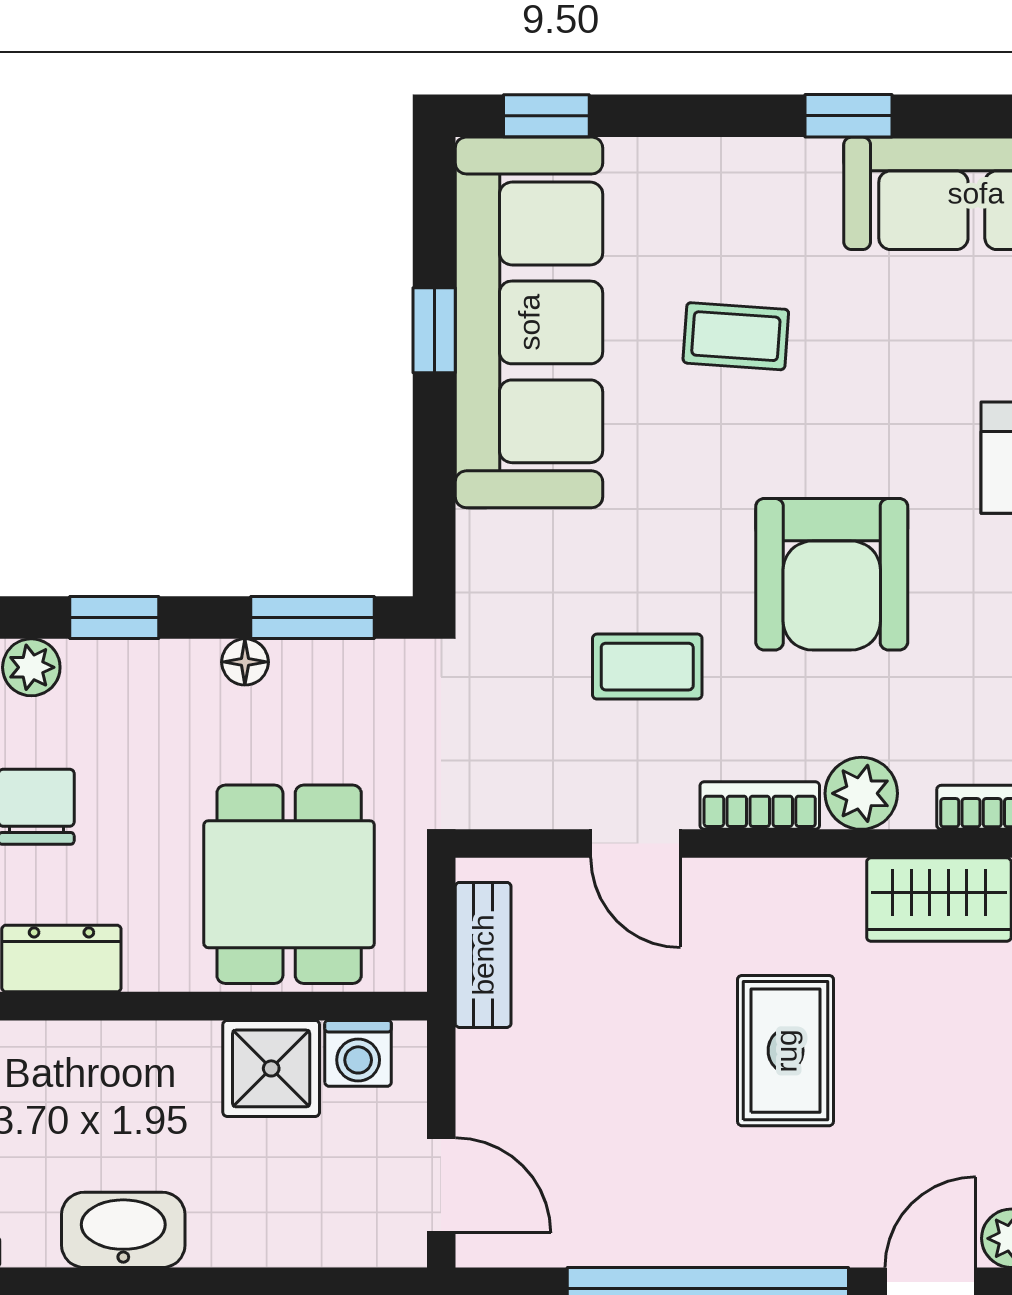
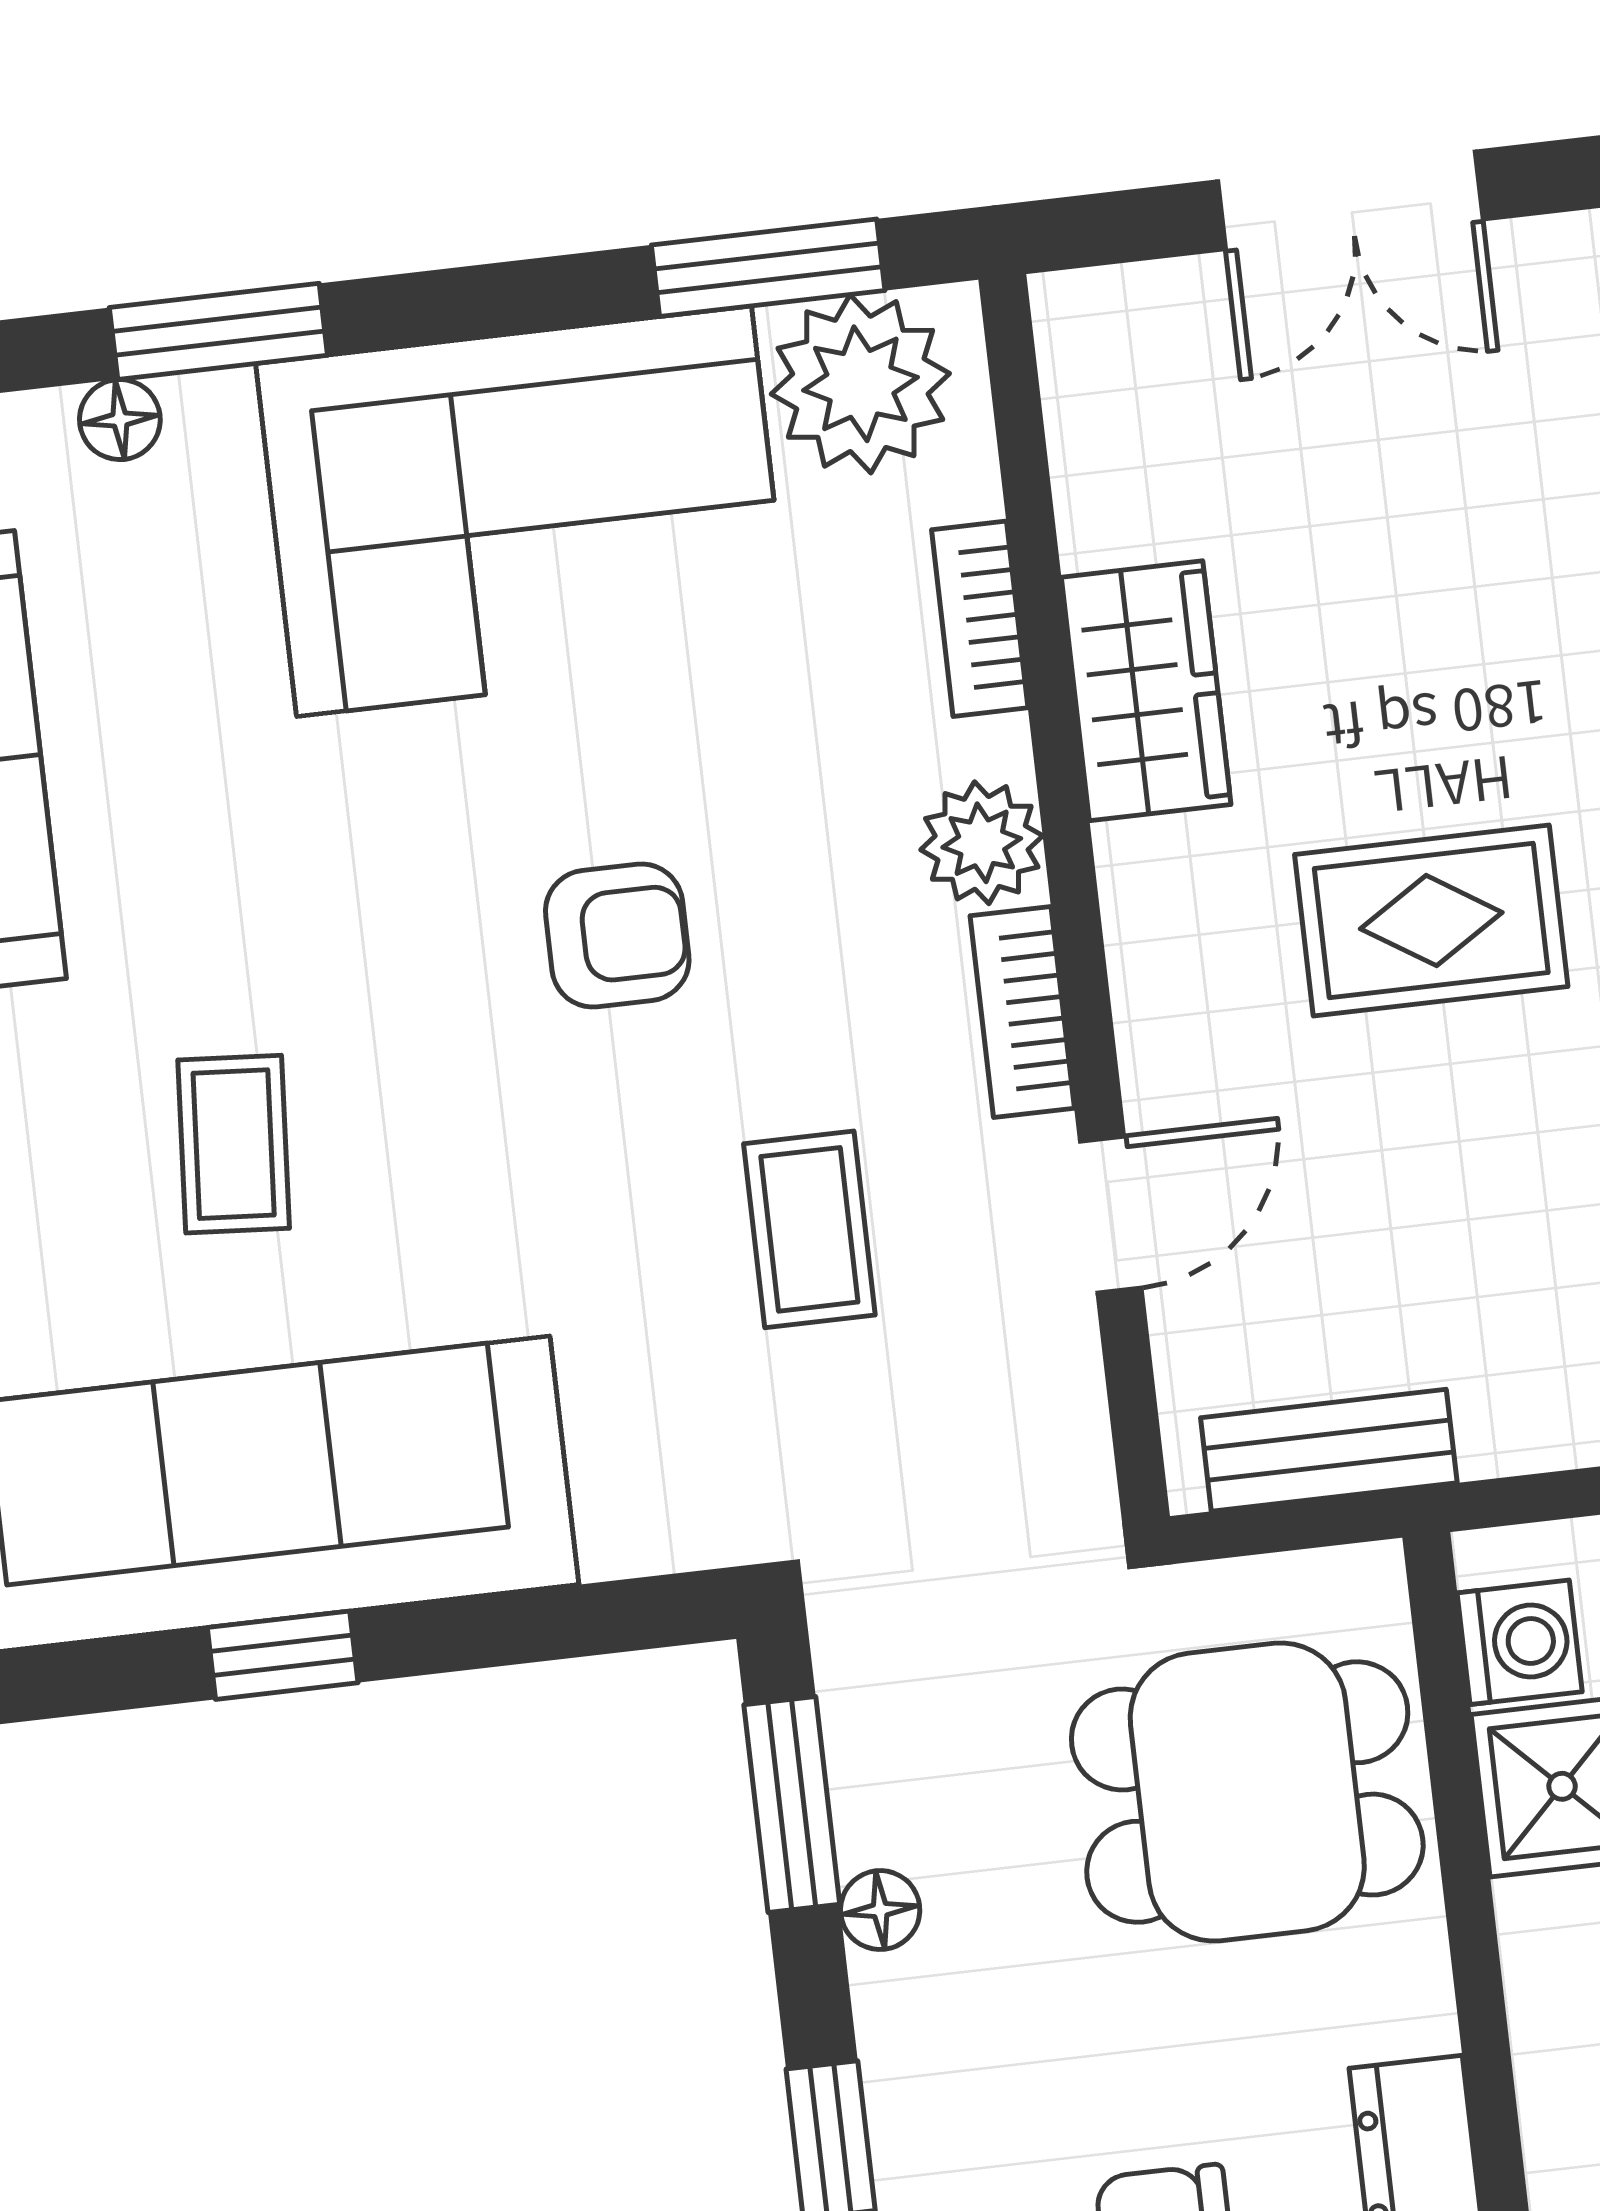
armchair: (832, 574) -> (617, 936), width x0.53, depth x0.53

